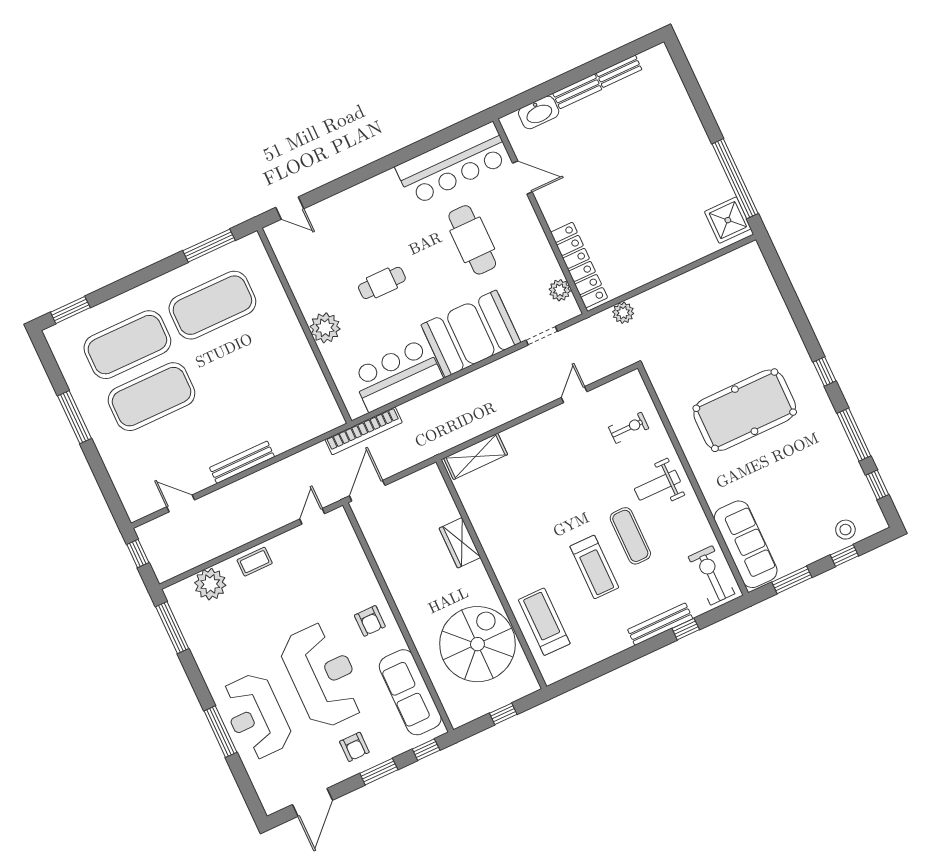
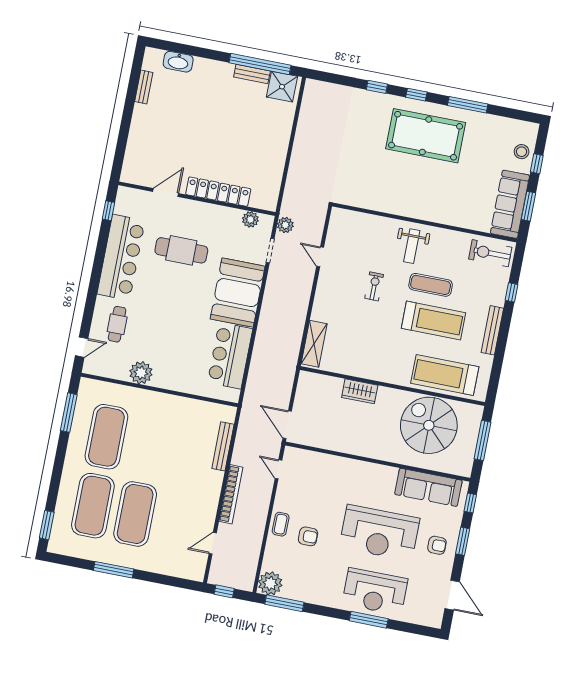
bench: (577, 91) -> (252, 74), moved, turned 90
washbasin: (539, 112) -> (178, 62), moved, turned 90
window: (458, 130) -> (108, 211), added
bar counter: (453, 164) -> (121, 257), moved
locker: (579, 265) -> (218, 192), moved
cafe table: (382, 283) -> (117, 324), moved
plant: (623, 313) -> (285, 225), moved
plant: (325, 328) -> (141, 373), moved
pool table: (745, 410) -> (426, 136), moved, turned 90
exercise bike: (629, 428) -> (374, 286), moved
bookcase: (364, 431) -> (231, 494), moved
bench: (242, 462) -> (223, 446), moved
window: (877, 485) -> (377, 87), moved
sofa: (746, 544) -> (510, 204), moved, turned -90
treadmill: (594, 567) -> (434, 320), width x1.37, depth x1.38
plant: (210, 584) -> (270, 583), moved
armchair: (370, 621) -> (308, 536), moved
treadmill: (544, 622) -> (445, 375), width x1.37, depth x1.38
bench: (660, 624) -> (492, 330), moved
reception desk: (323, 675) -> (380, 533), turned 180
window: (503, 714) -> (482, 440), width x2.17

